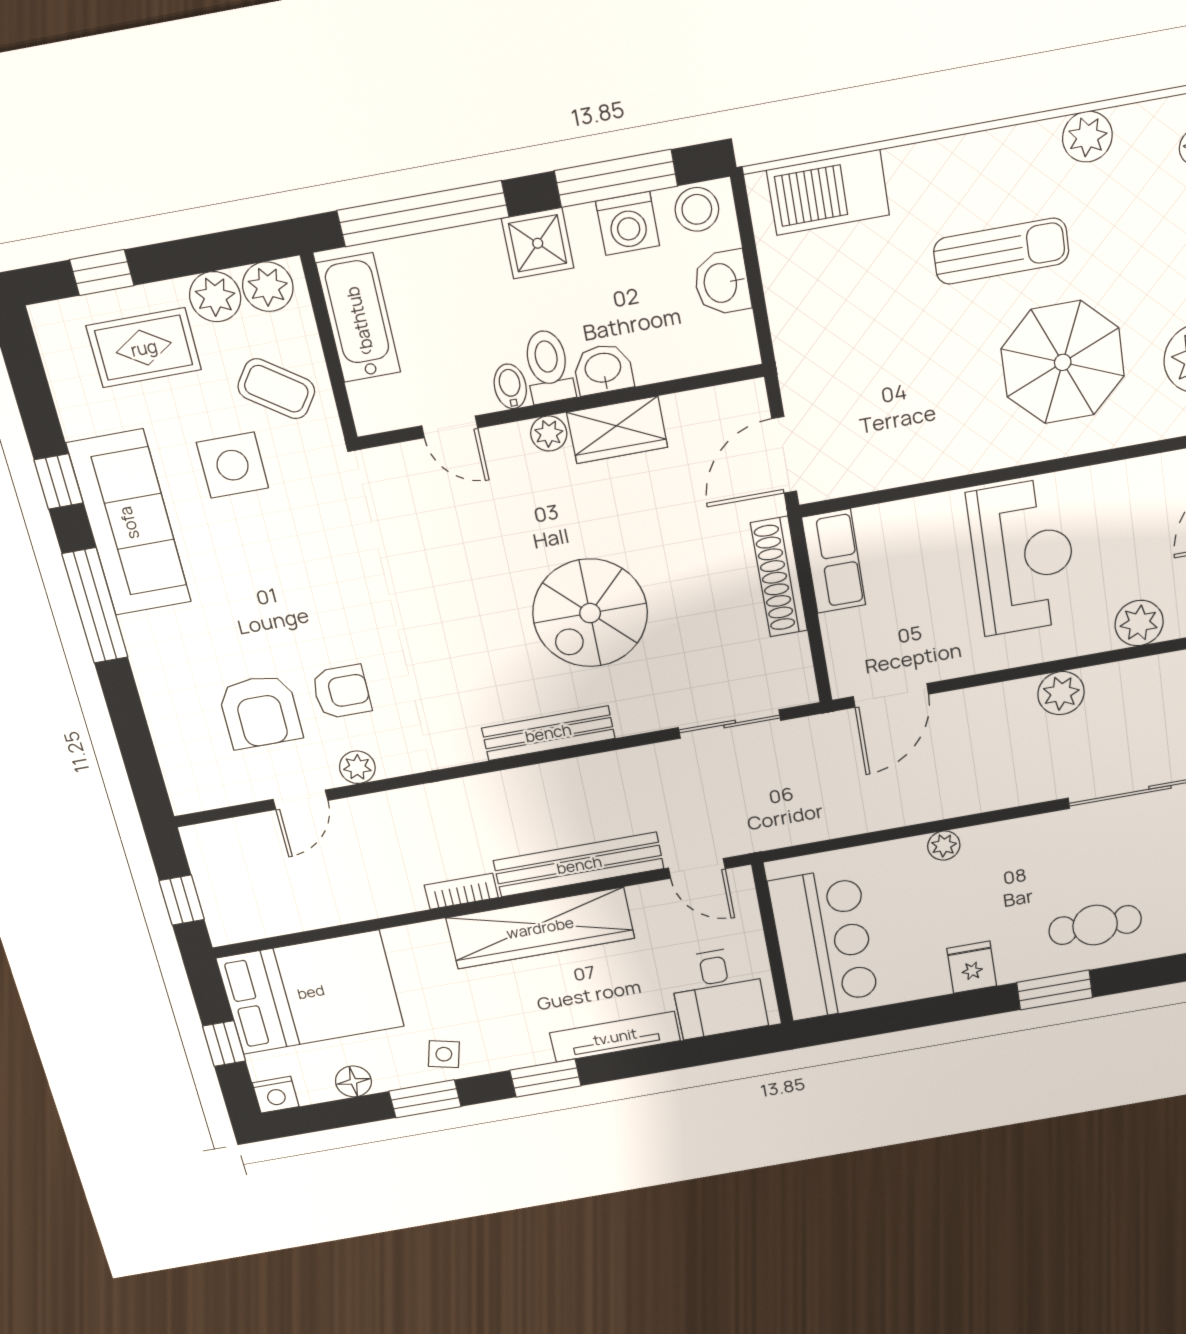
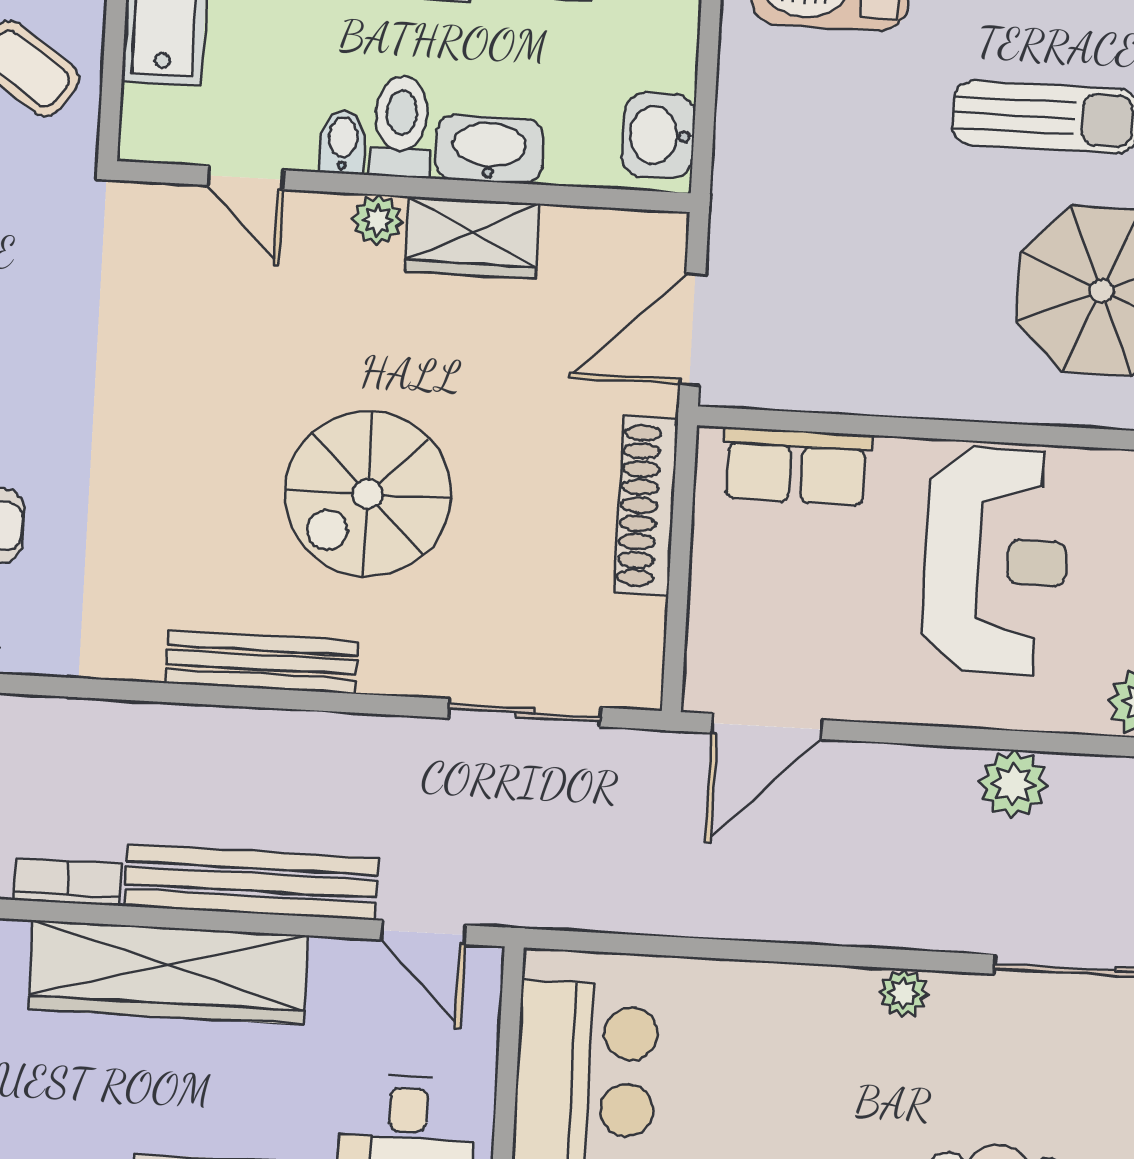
washbasin: (722, 283) -> (659, 135), moved
washbasin: (603, 369) -> (489, 149), width x1.38
row of seats: (834, 561) -> (796, 466), moved, turned 90
plant: (944, 846) -> (903, 993), moved

